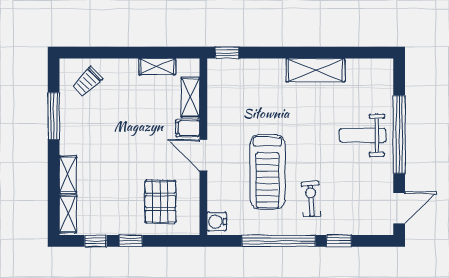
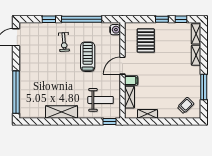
weight bench: (363, 135) -> (101, 100), moved
window: (399, 135) -> (16, 92), moved
door: (203, 155) -> (122, 66), swing flipped
treadmill: (267, 172) -> (88, 57), width x0.73, depth x0.73

